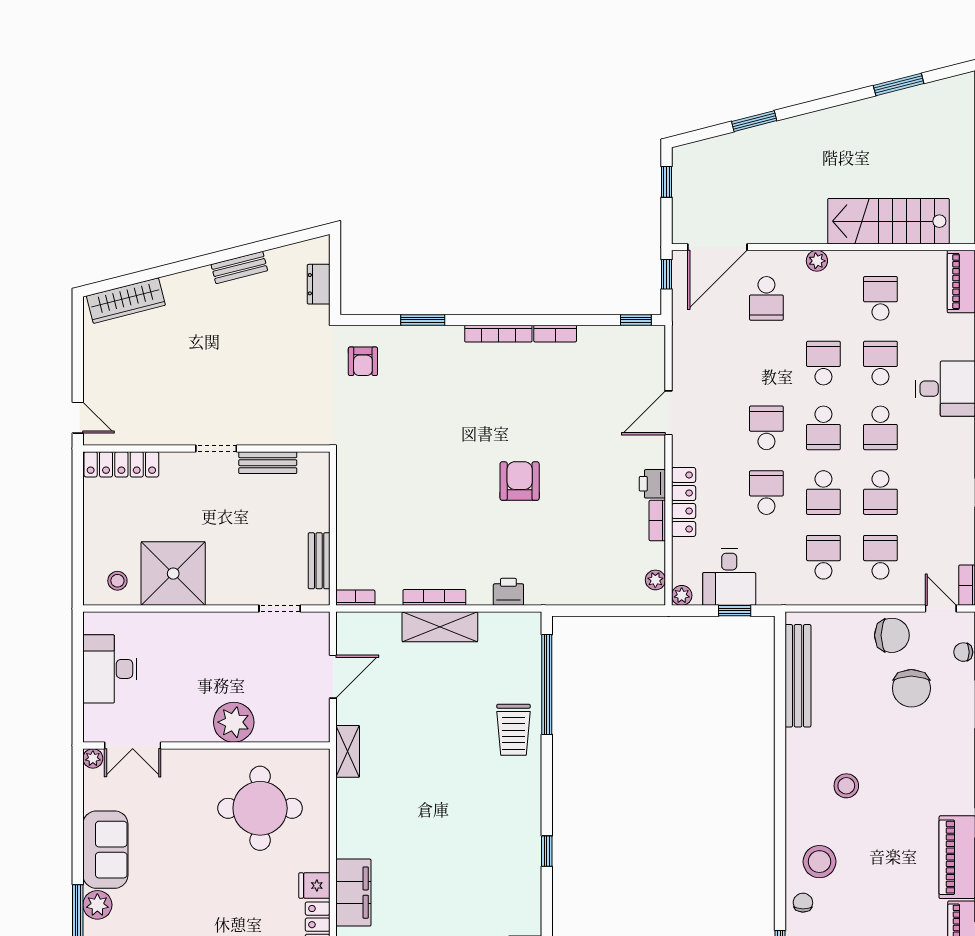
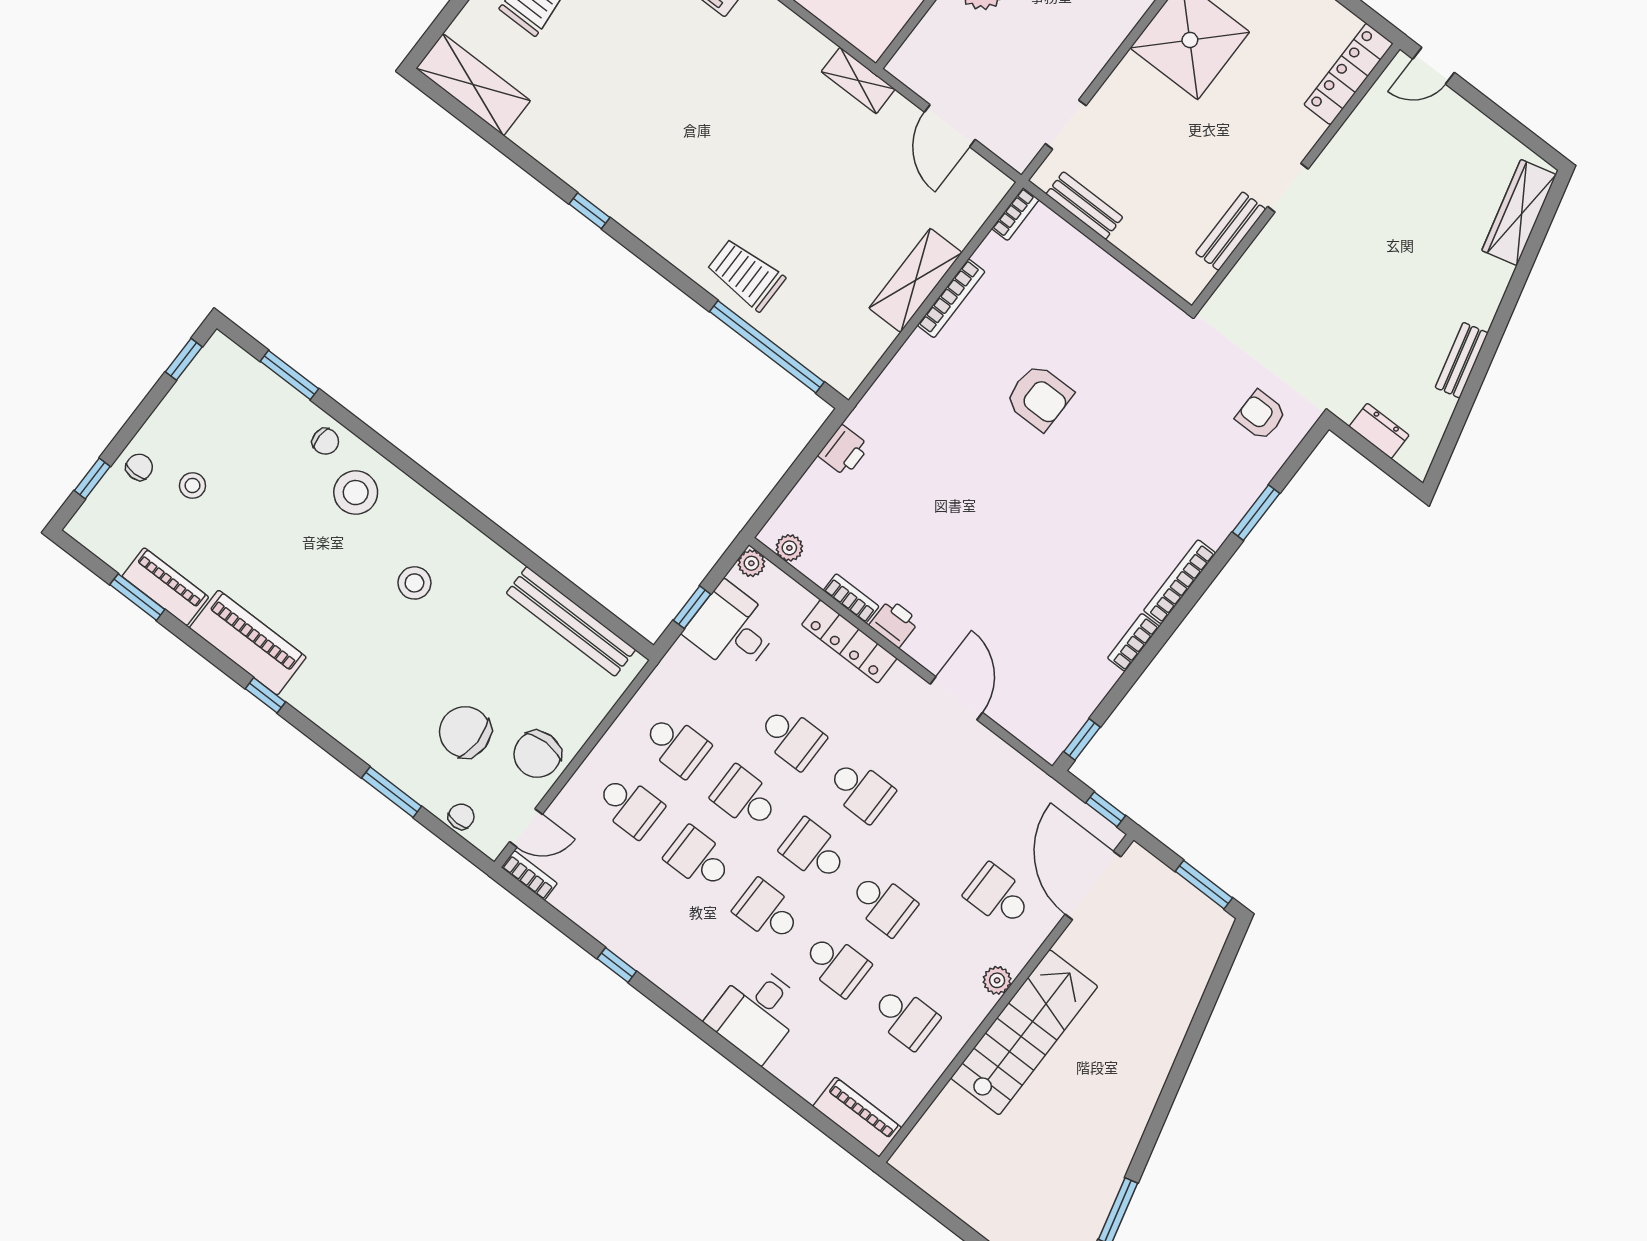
window: (754, 121) -> (1197, 1028), removed
window: (666, 182) -> (1204, 885), width x1.50
stairs: (888, 221) -> (1024, 1032), moved
armchair: (520, 481) -> (1039, 397), moved
printer: (508, 592) -> (844, 451), moved

